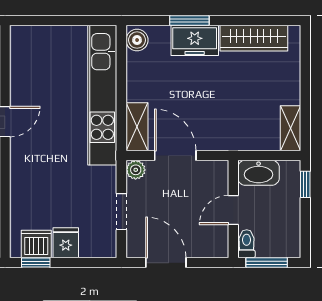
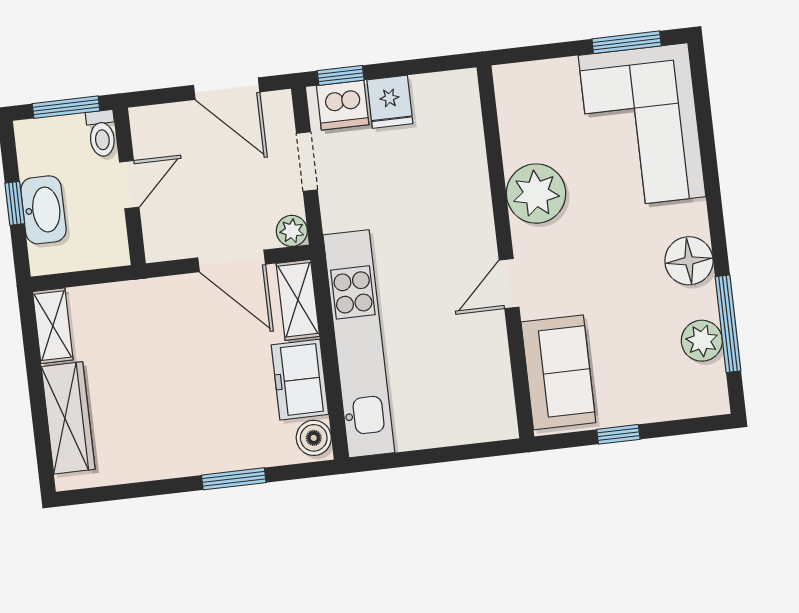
wardrobe: (254, 38) -> (68, 418), moved, turned 90
freezer: (195, 40) -> (300, 380), moved, turned -90
washbasin: (259, 173) -> (43, 210), moved, turned 90
window: (305, 184) -> (15, 203), moved
dishwasher: (36, 244) -> (343, 105), moved
window: (36, 263) -> (341, 75), moved

